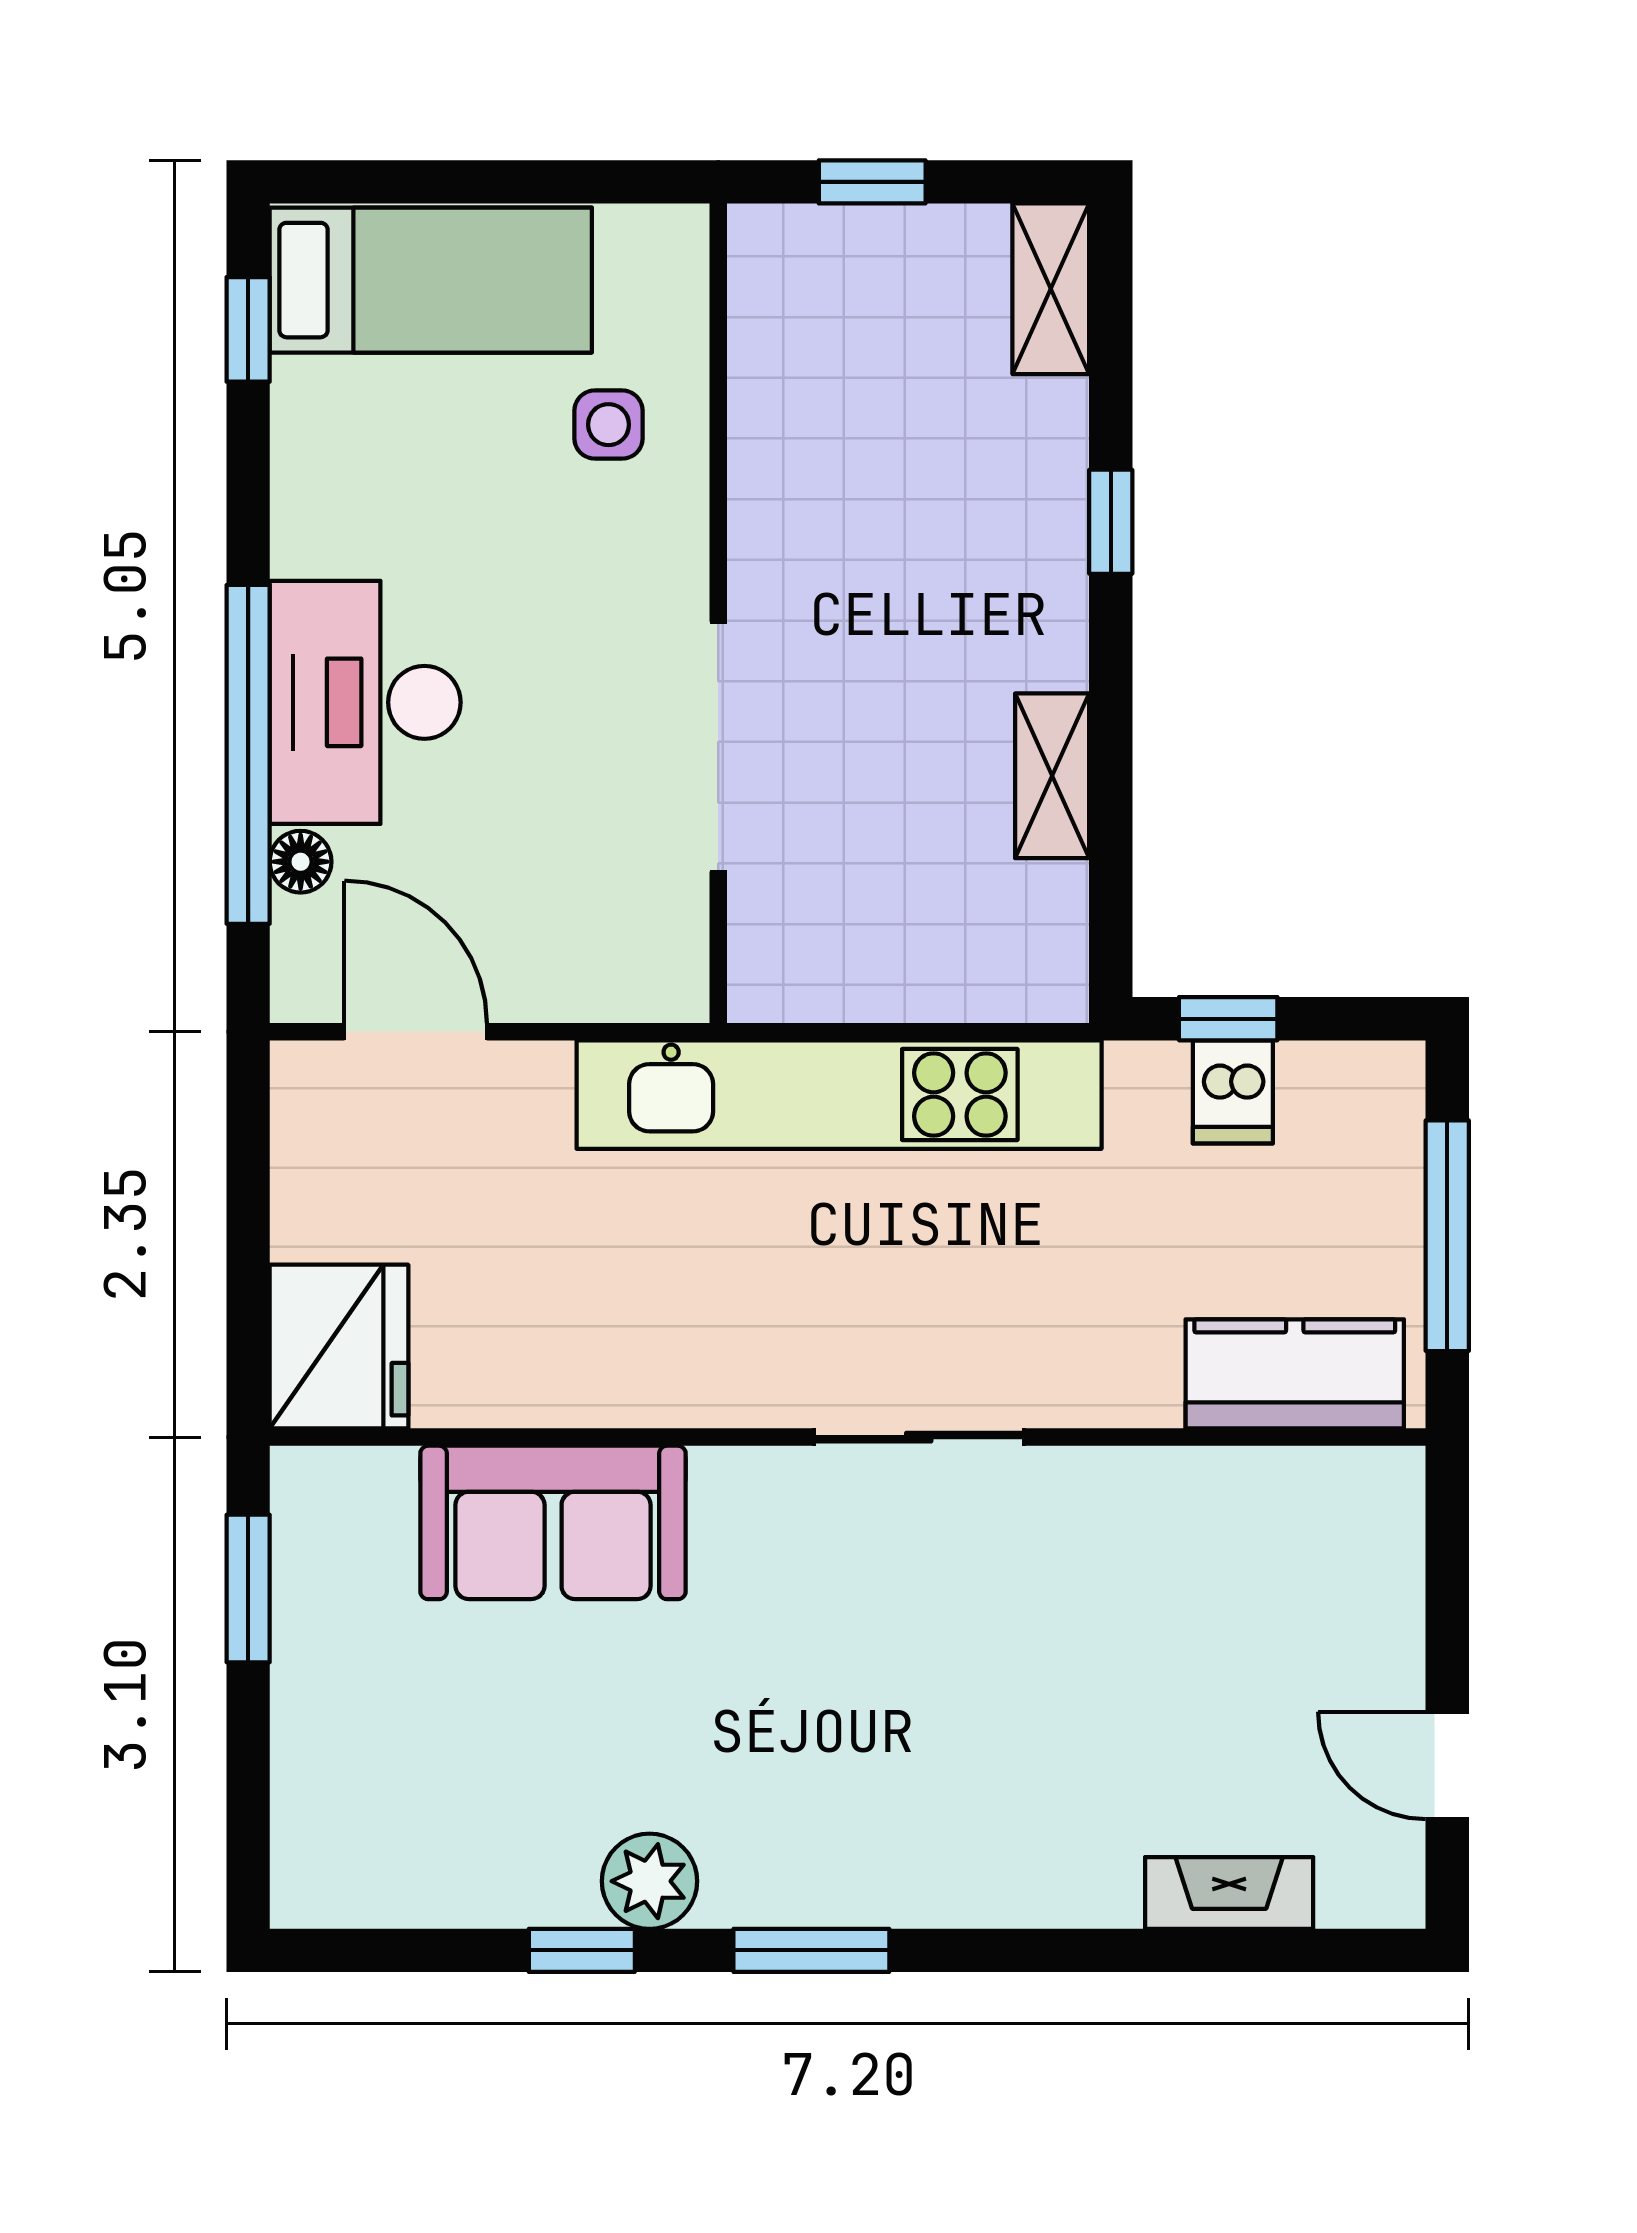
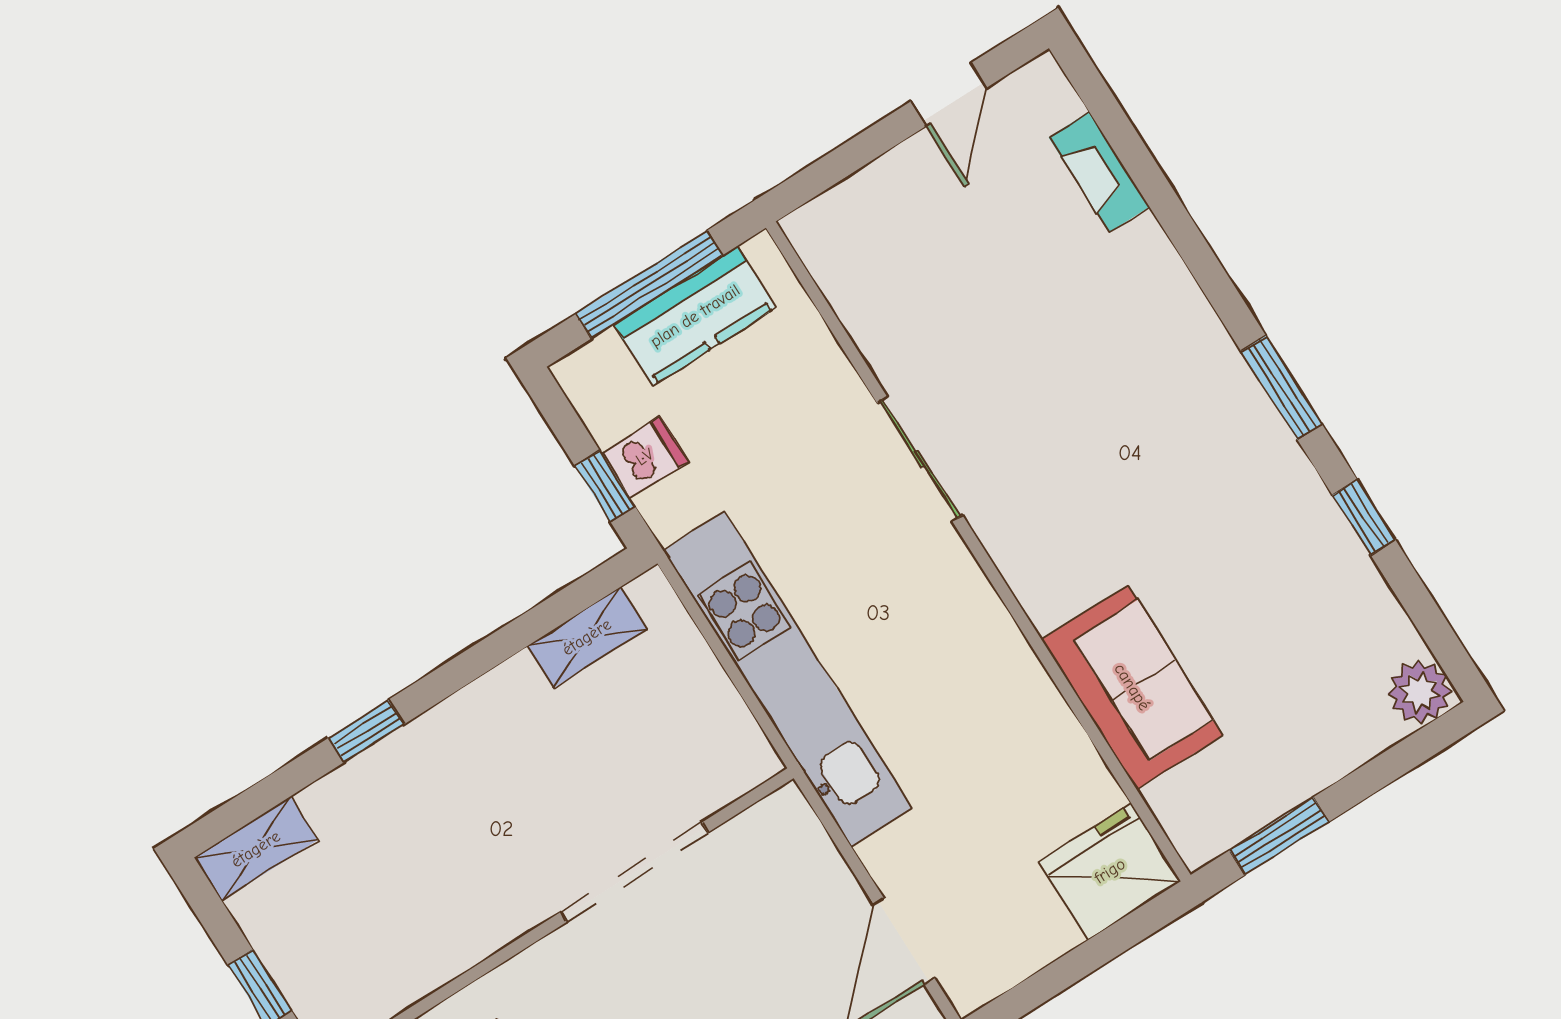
shelving: (1052, 776) -> (587, 637), moved
kitchen counter: (1295, 1374) -> (695, 316), moved, turned -90
sliding door: (919, 1437) -> (920, 459), moved
plant: (650, 1881) -> (1420, 692), moved

